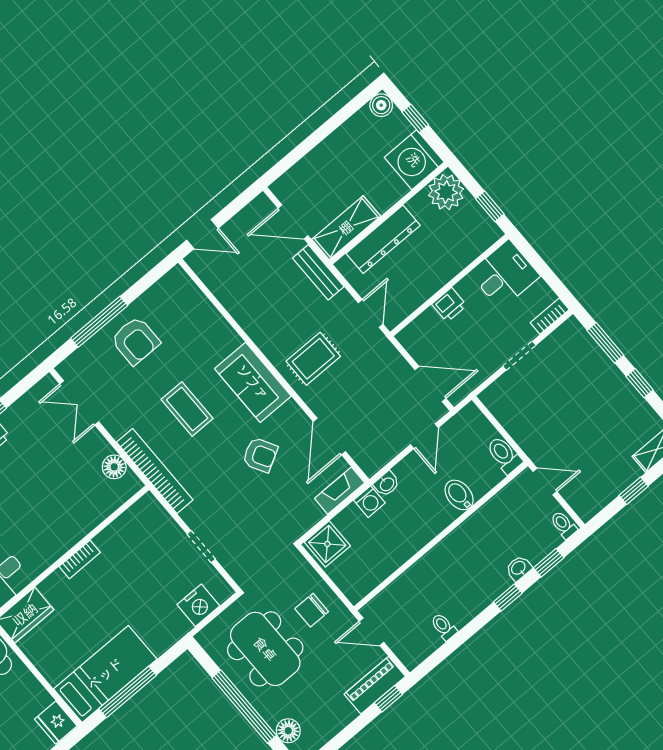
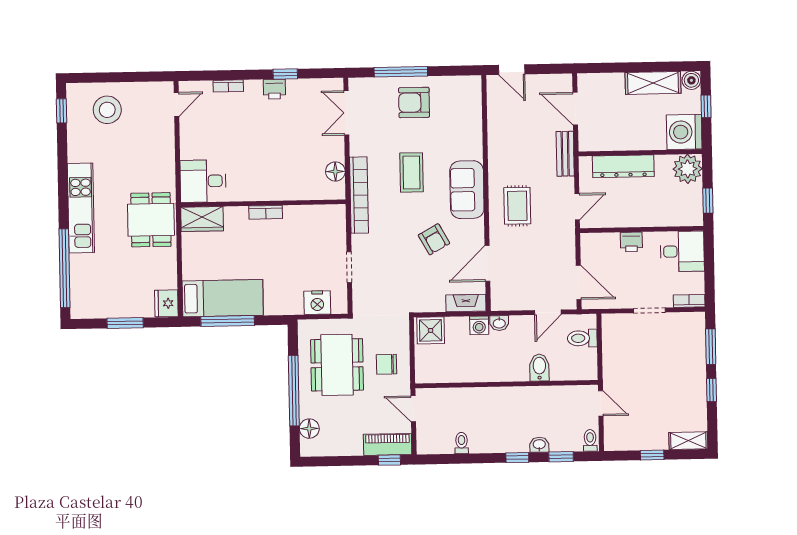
shelving: (346, 228) -> (653, 83), moved
armchair: (135, 341) -> (414, 102), turned 90
rug: (313, 359) -> (517, 206), turned 90
toilet: (504, 455) -> (582, 338), moved, turned -90

